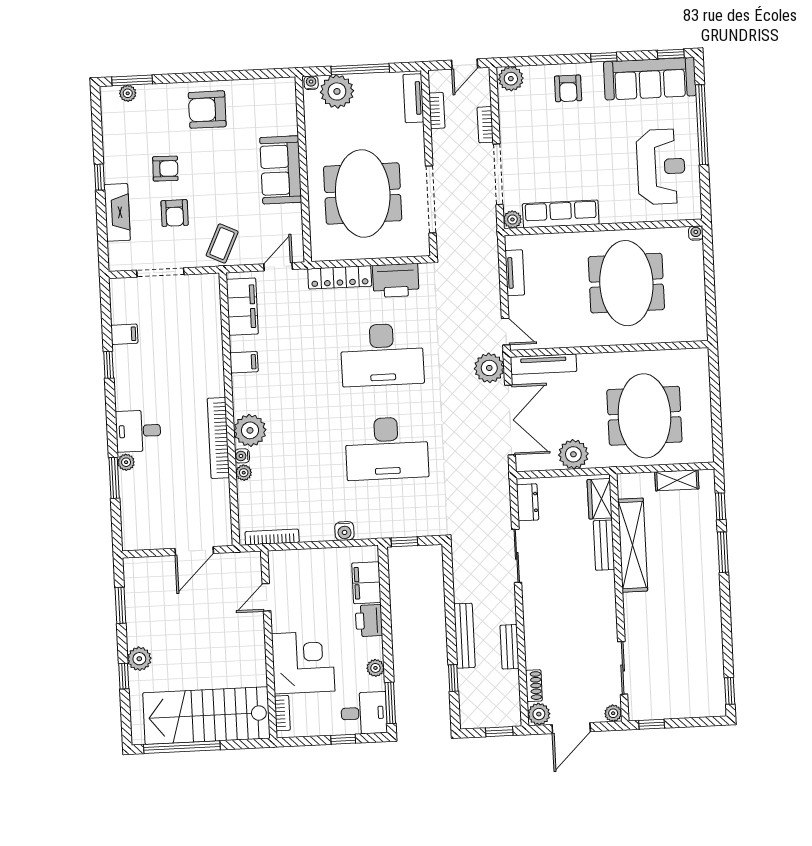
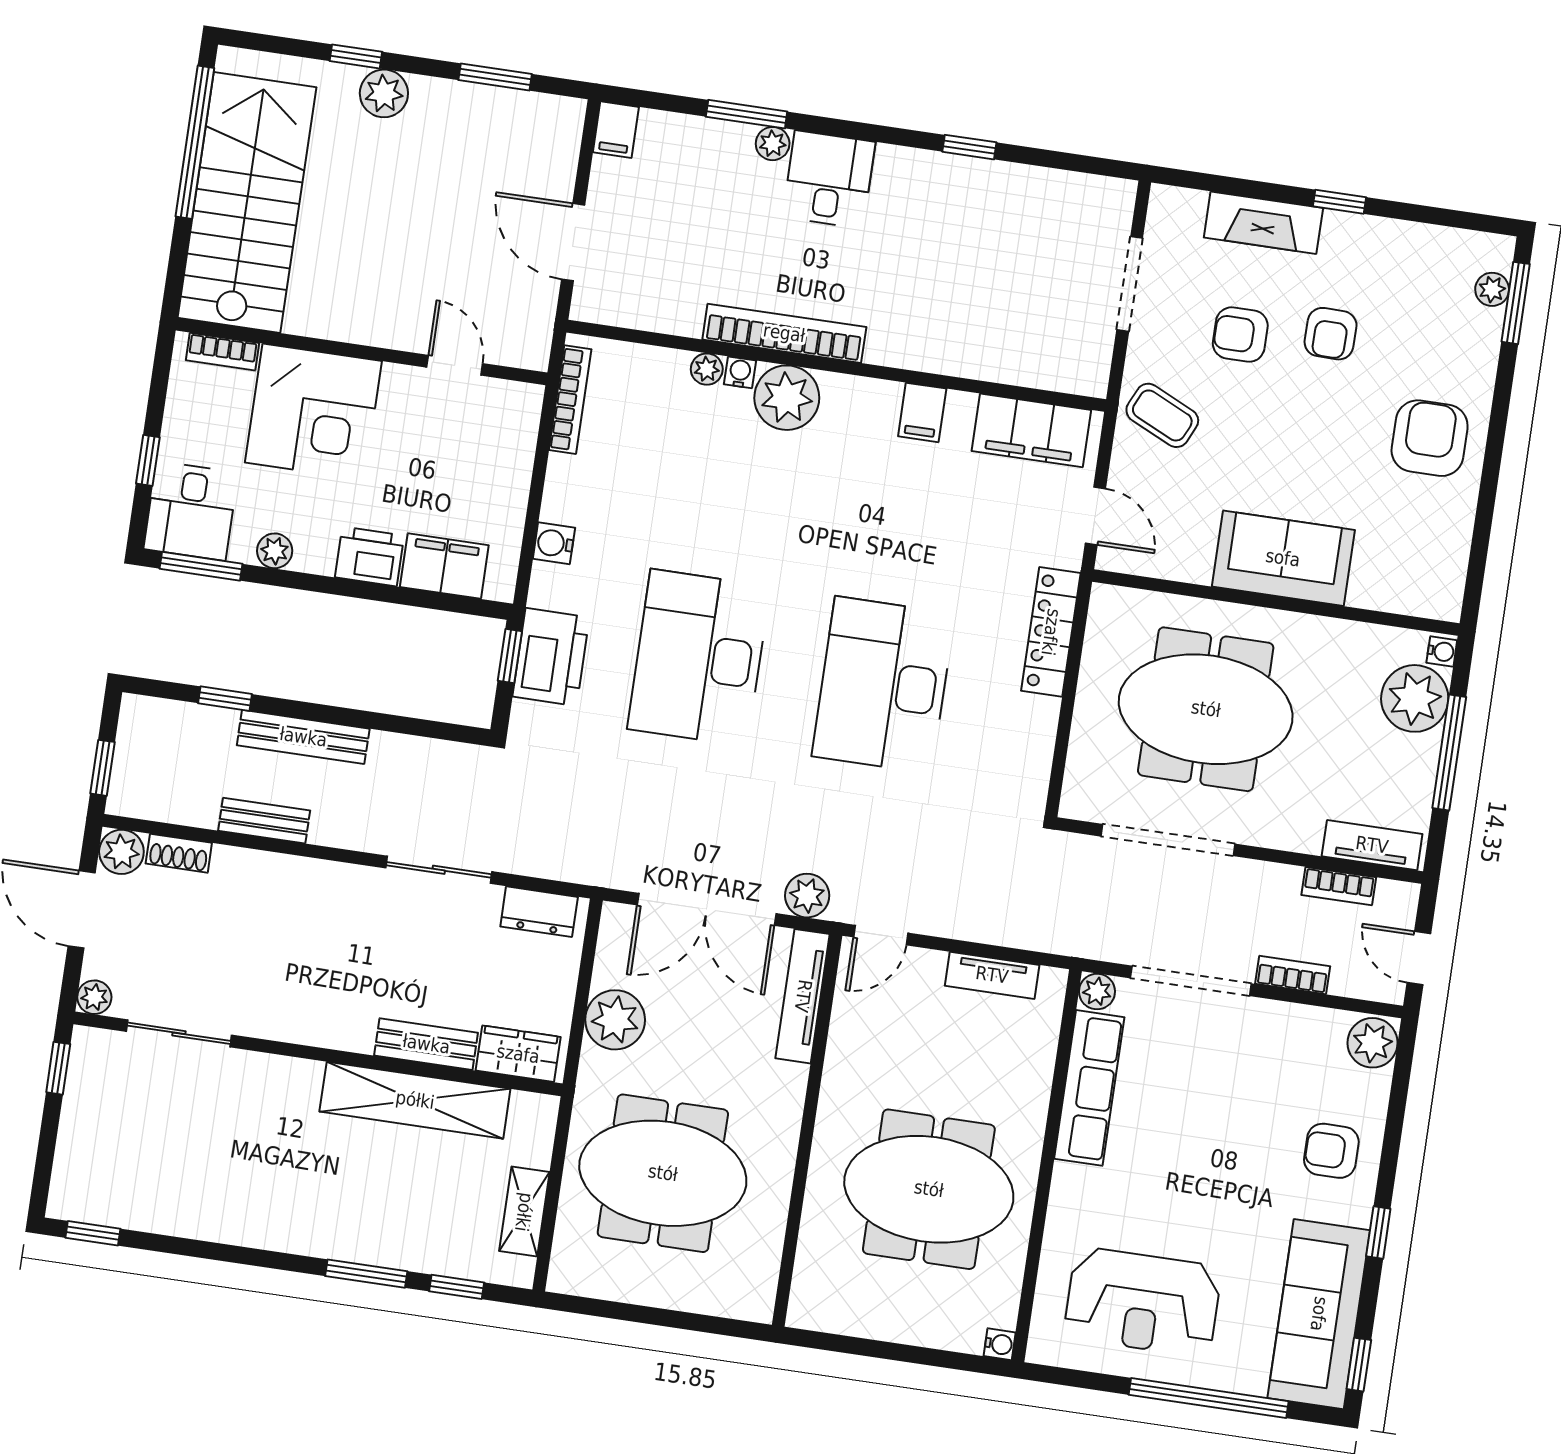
printer: (396, 280) -> (551, 657), moved, turned 180
filing cabinet: (124, 334) -> (616, 130), moved
plant: (489, 368) -> (807, 896), width x0.73, depth x0.73

